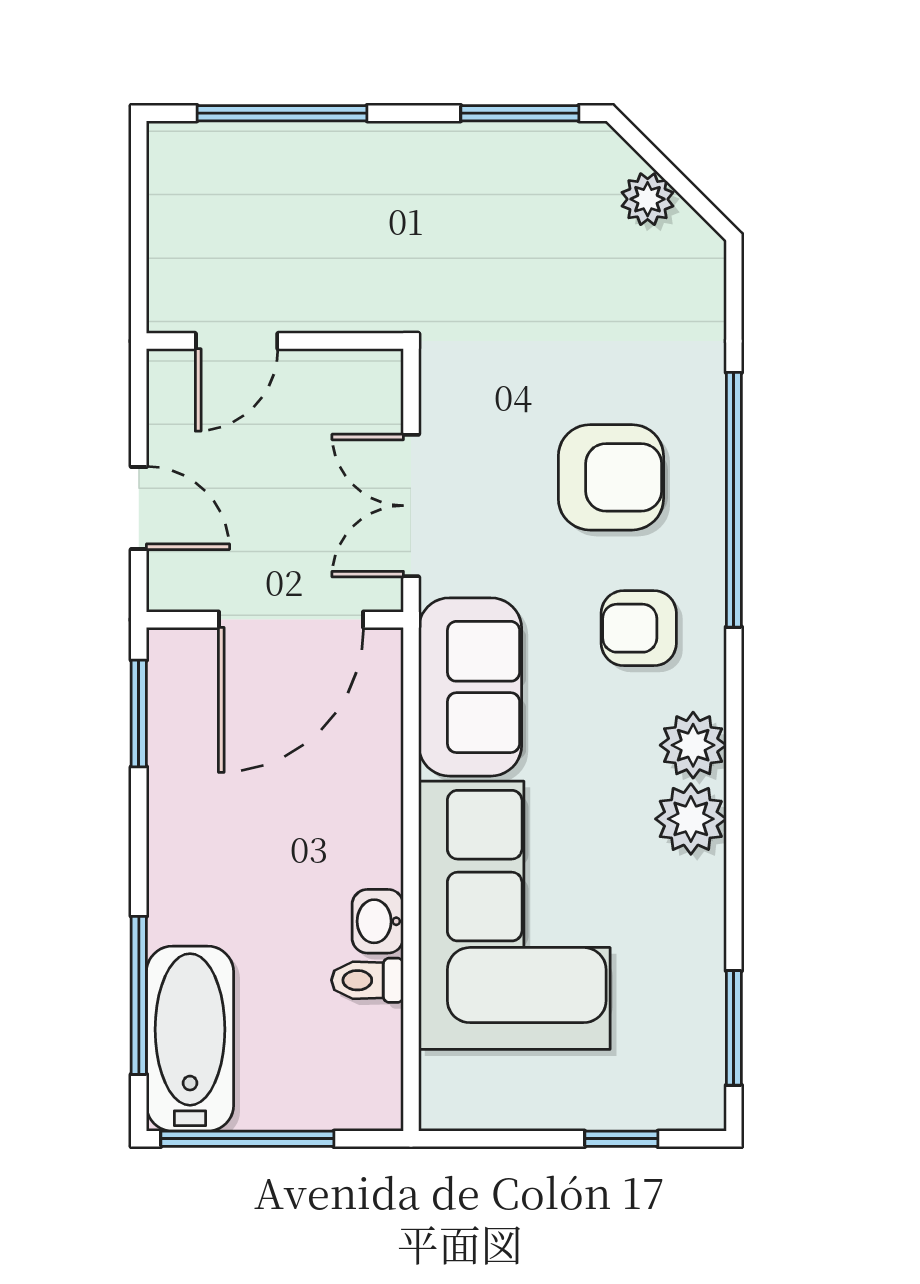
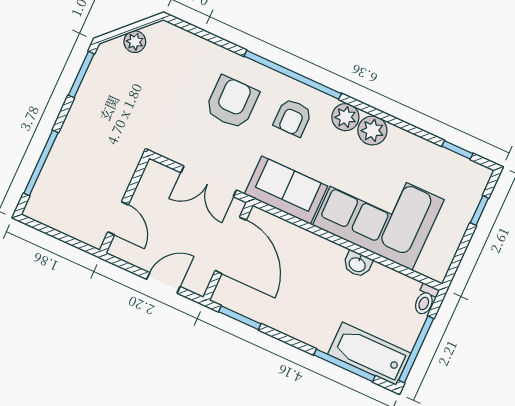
window: (734, 500) -> (293, 75), moved
toilet: (367, 980) -> (425, 300), moved
window: (734, 1028) -> (457, 150), width x0.67

